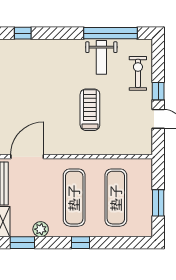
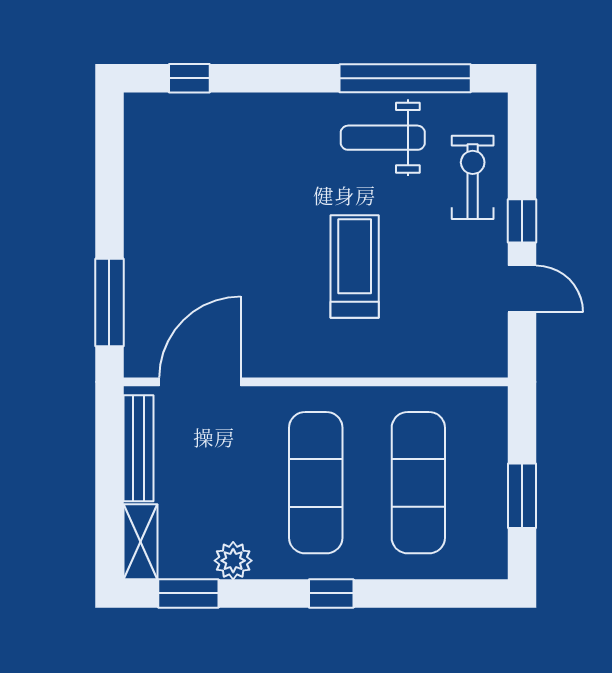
weight bench: (101, 57) -> (383, 138), turned 90

